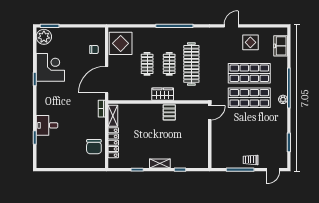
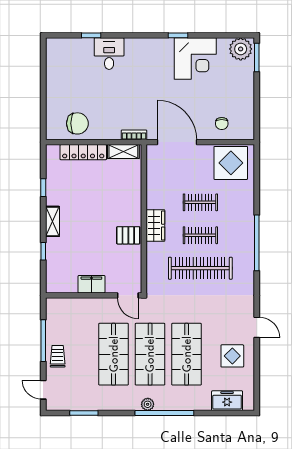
shop shelf: (249, 122) -> (114, 354), added
filing cabinet: (202, 137) -> (91, 284), added
chair: (94, 147) -> (77, 123), turned 180

